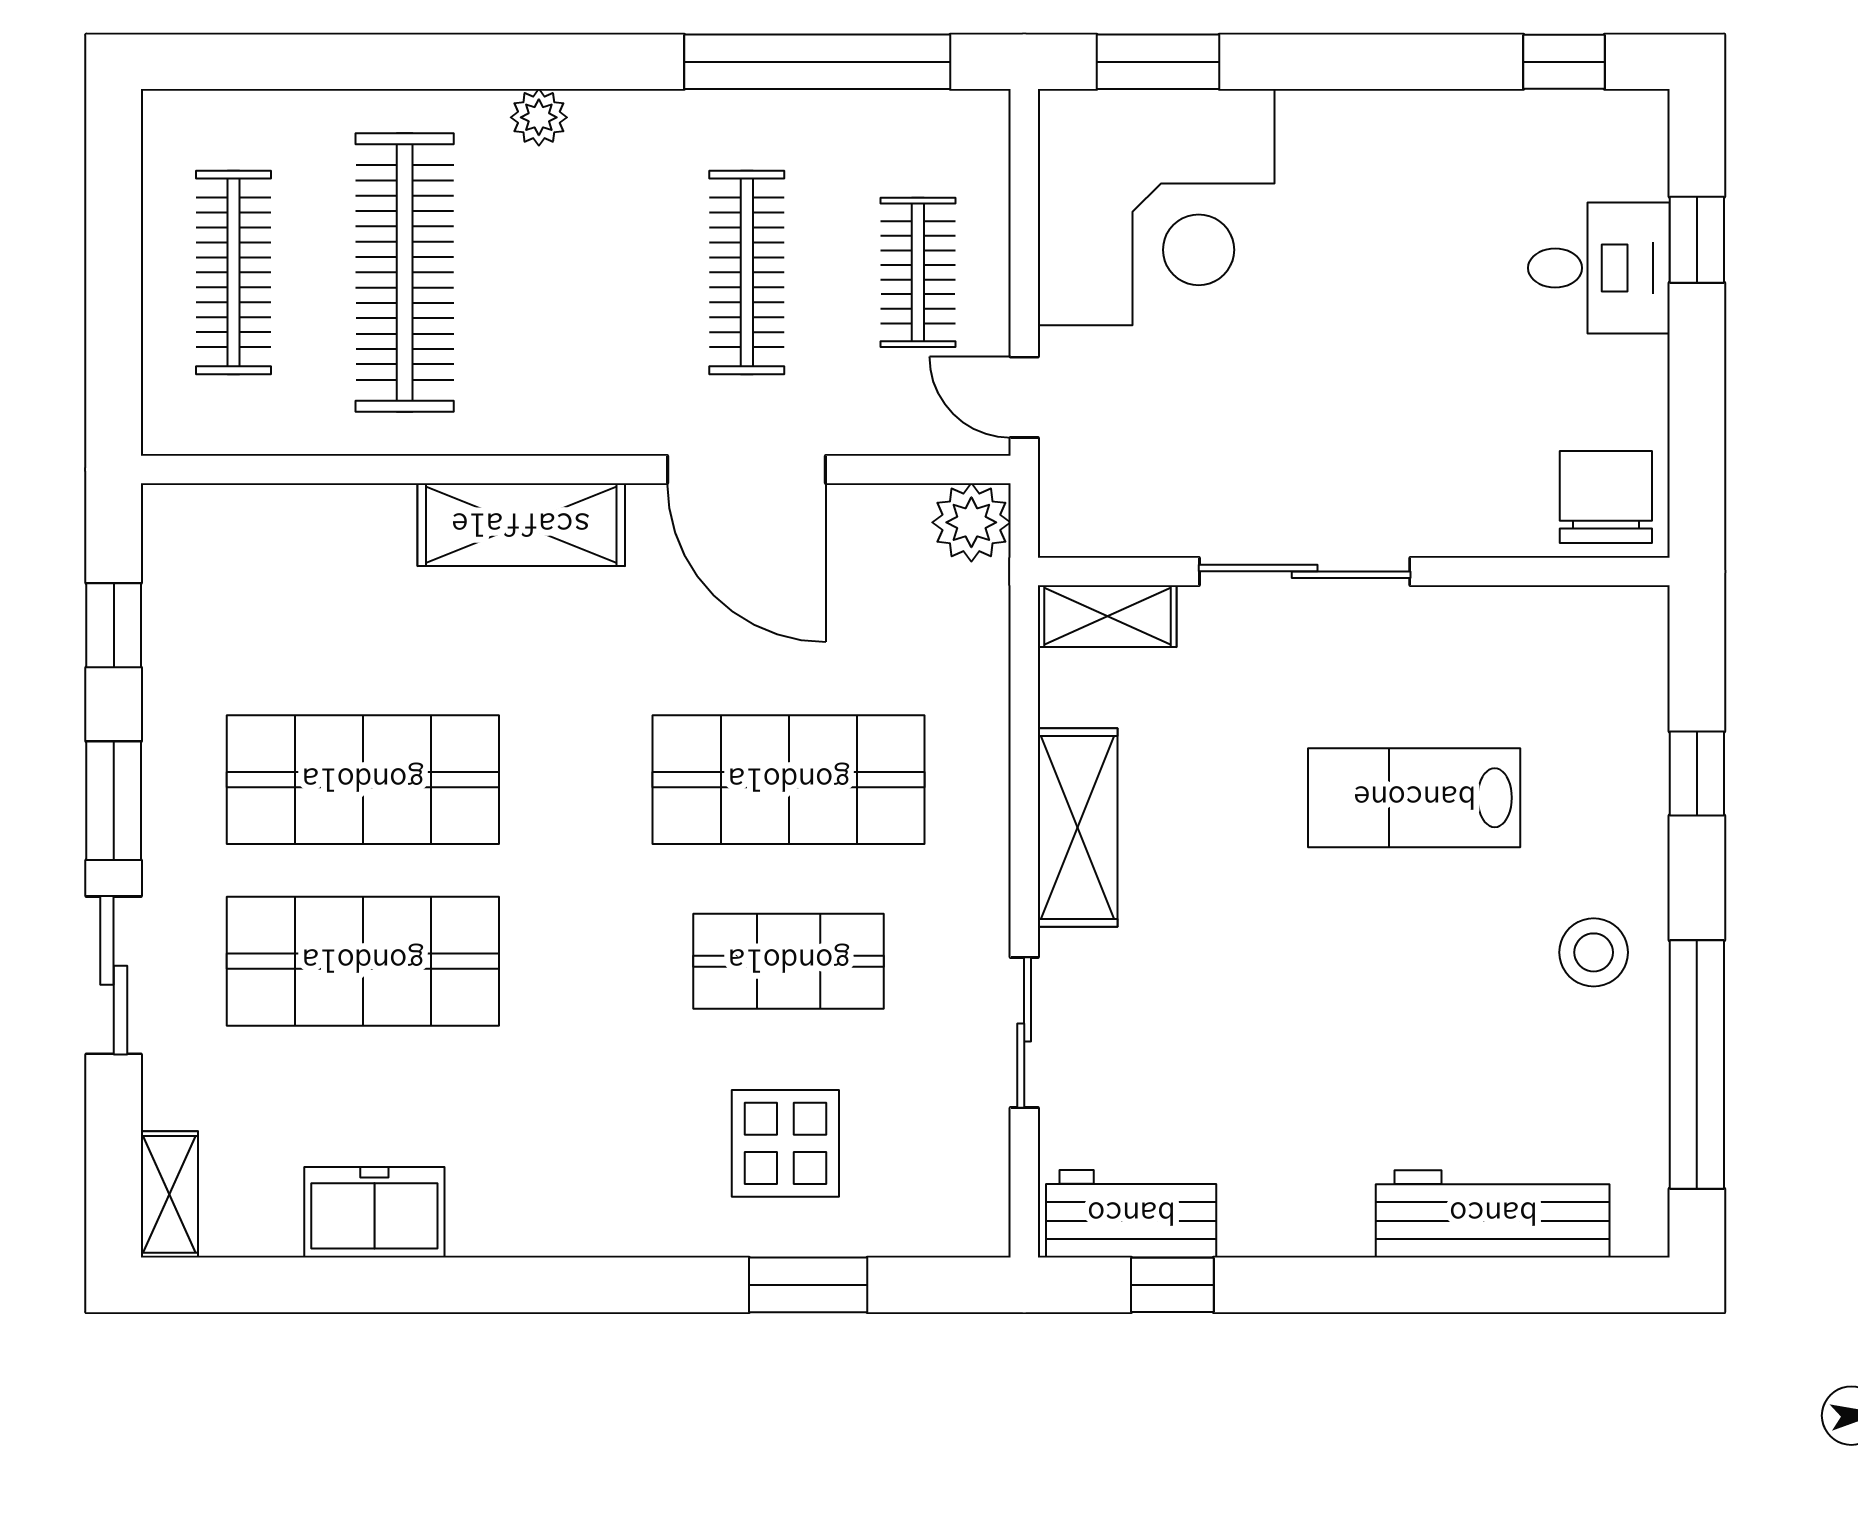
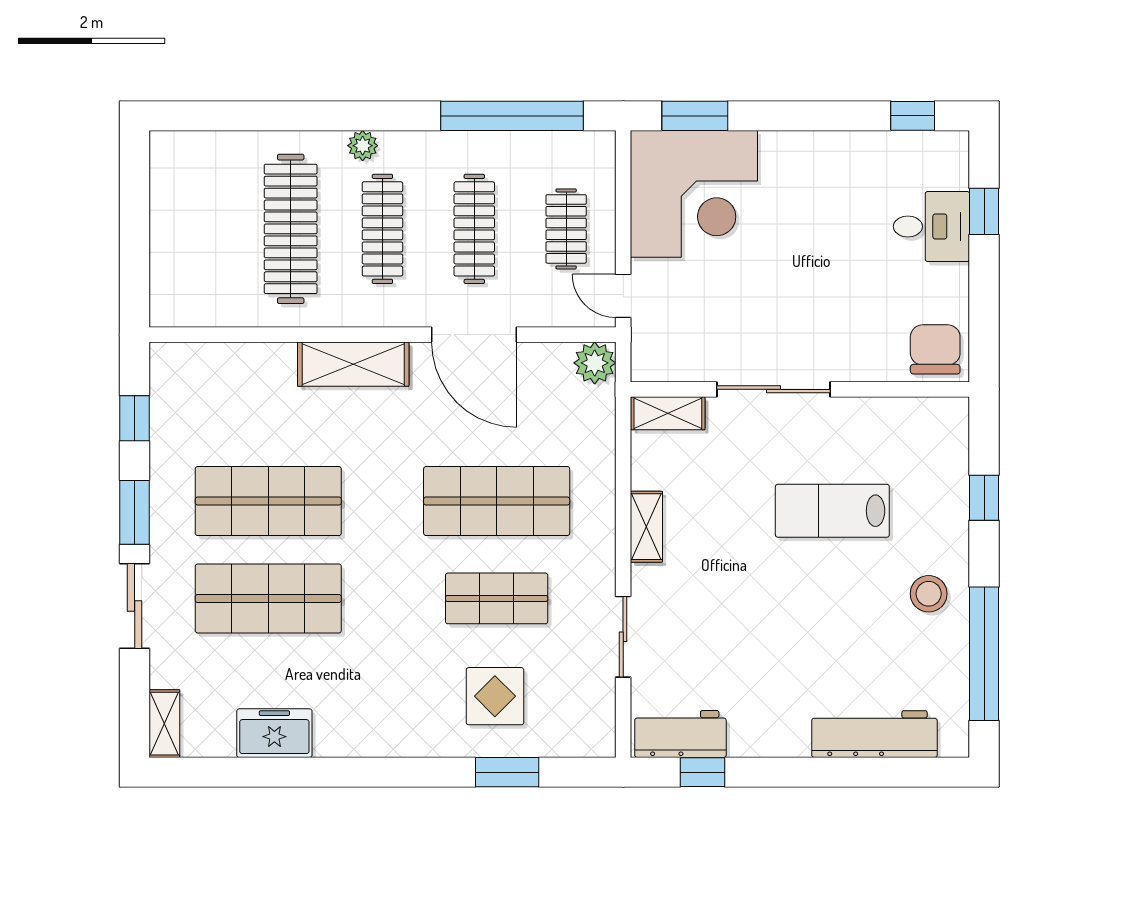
clothes rail: (234, 272) -> (382, 229), moved
shelving: (1078, 827) -> (646, 527), width x0.67, depth x0.75

